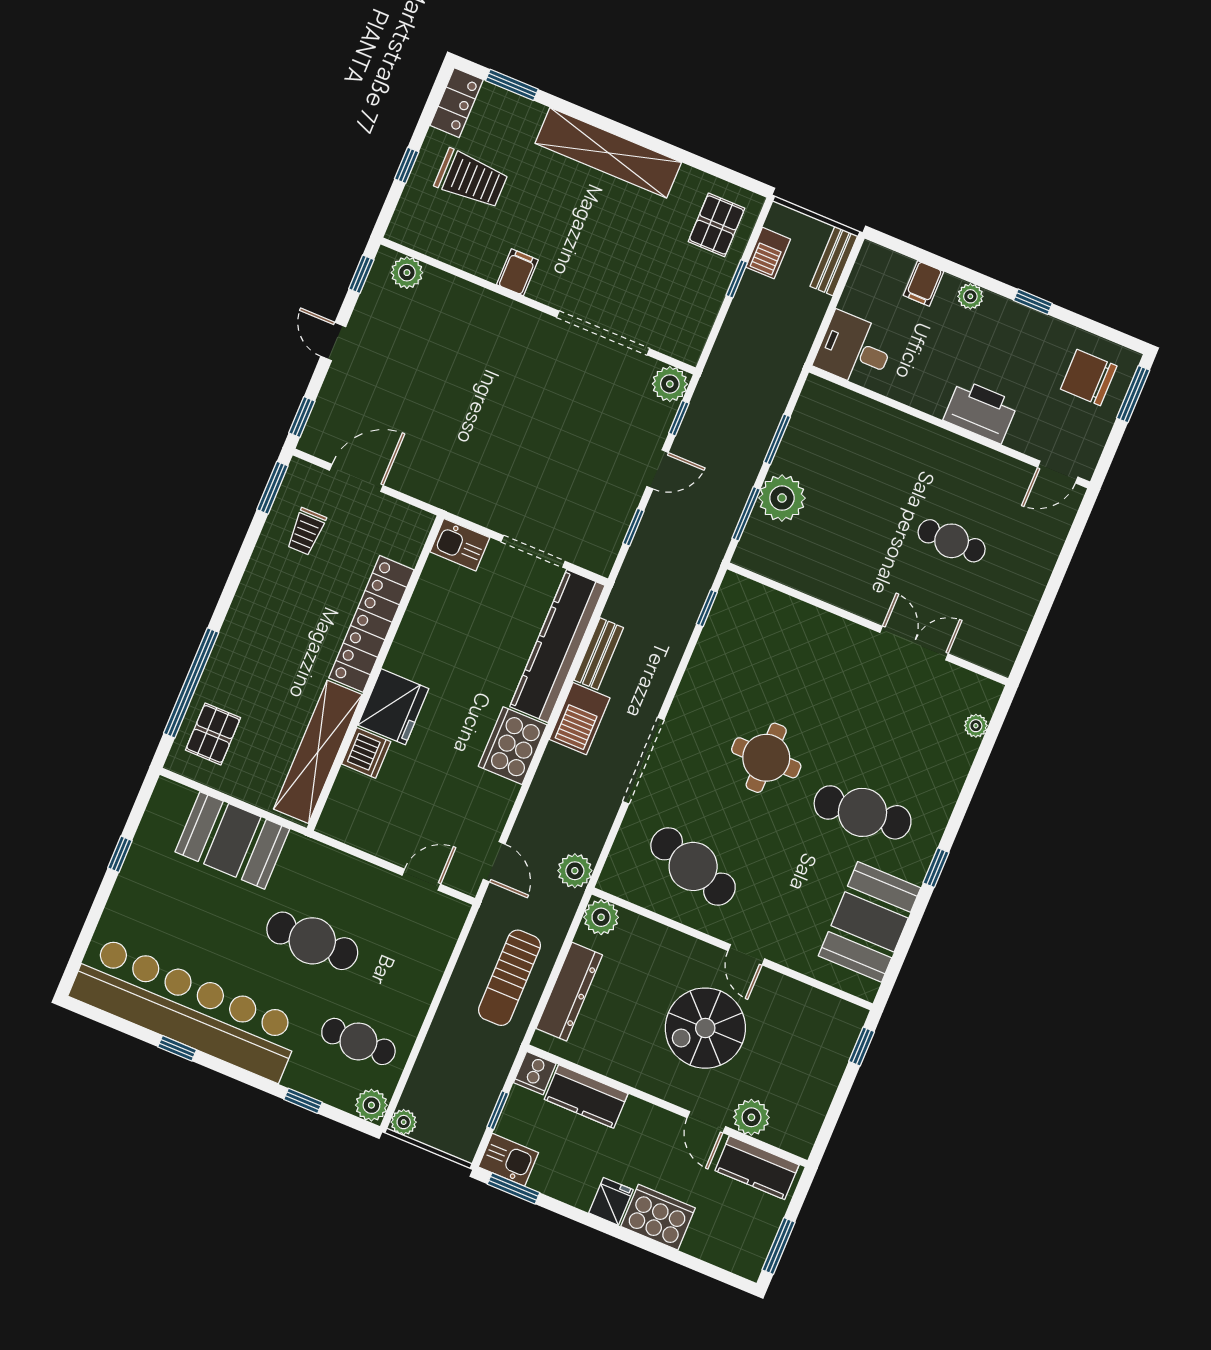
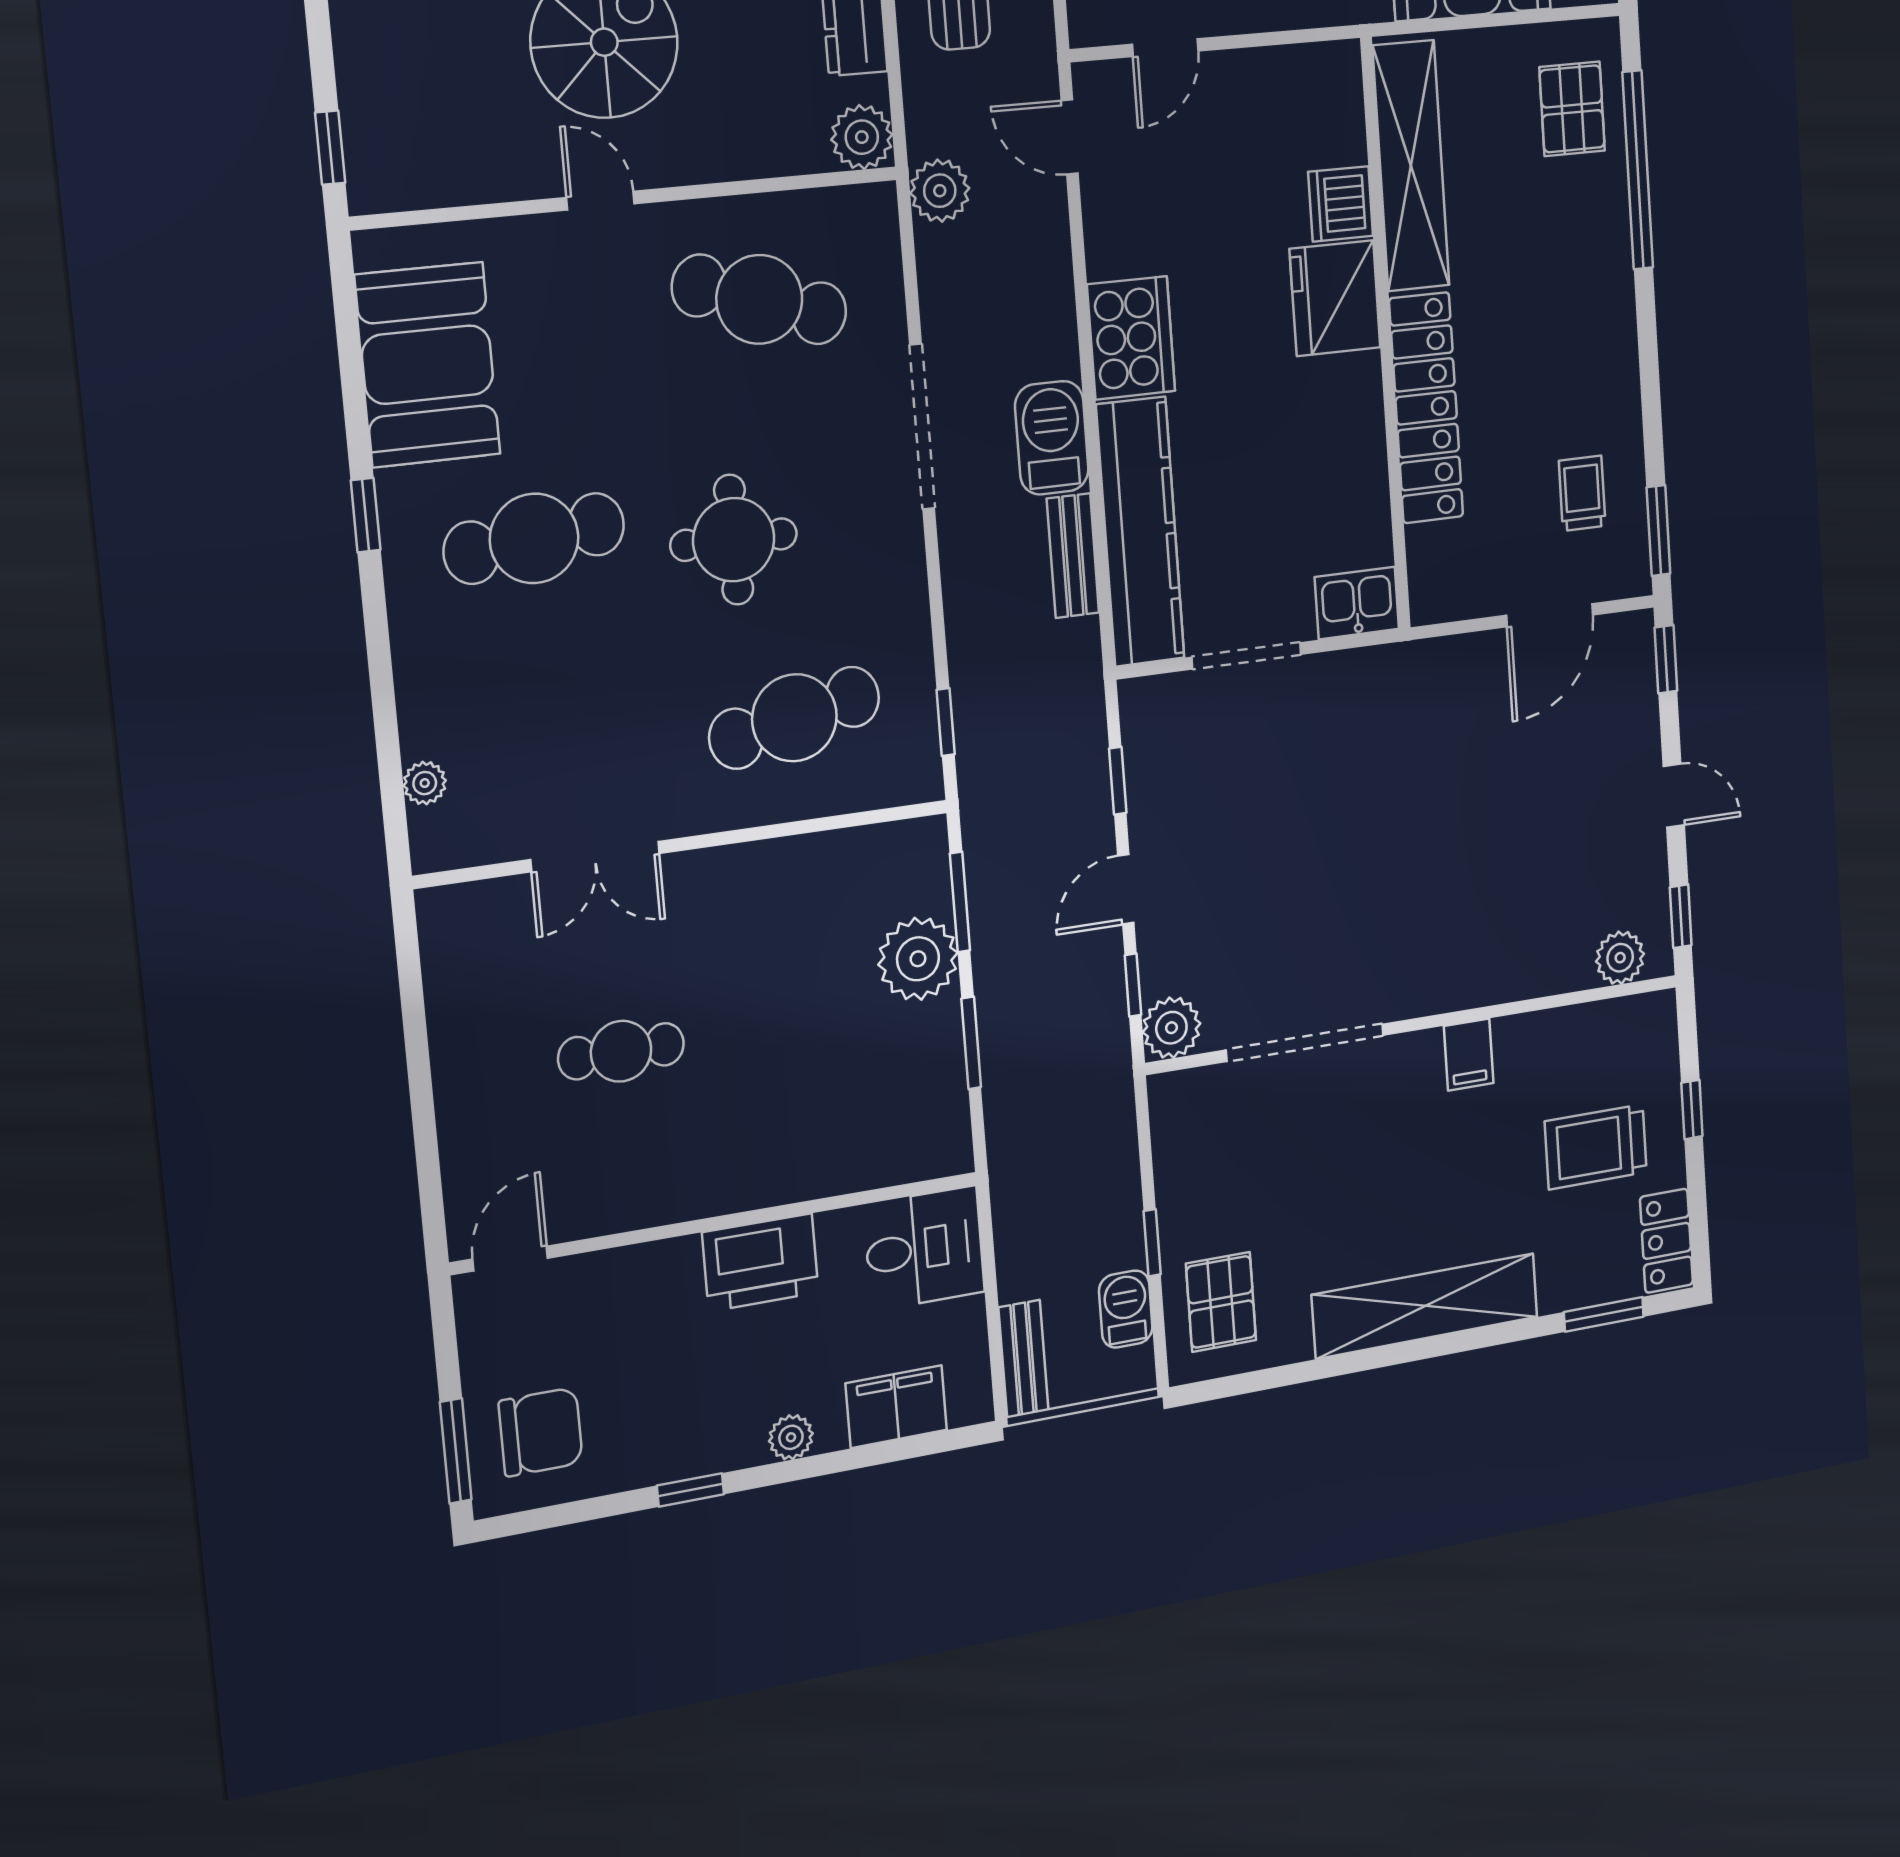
filing cabinet: (923, 283) -> (896, 1407), width x2.00
printer: (981, 411) -> (760, 1263), moved
cafe table: (781, 654) -> (794, 718), added

